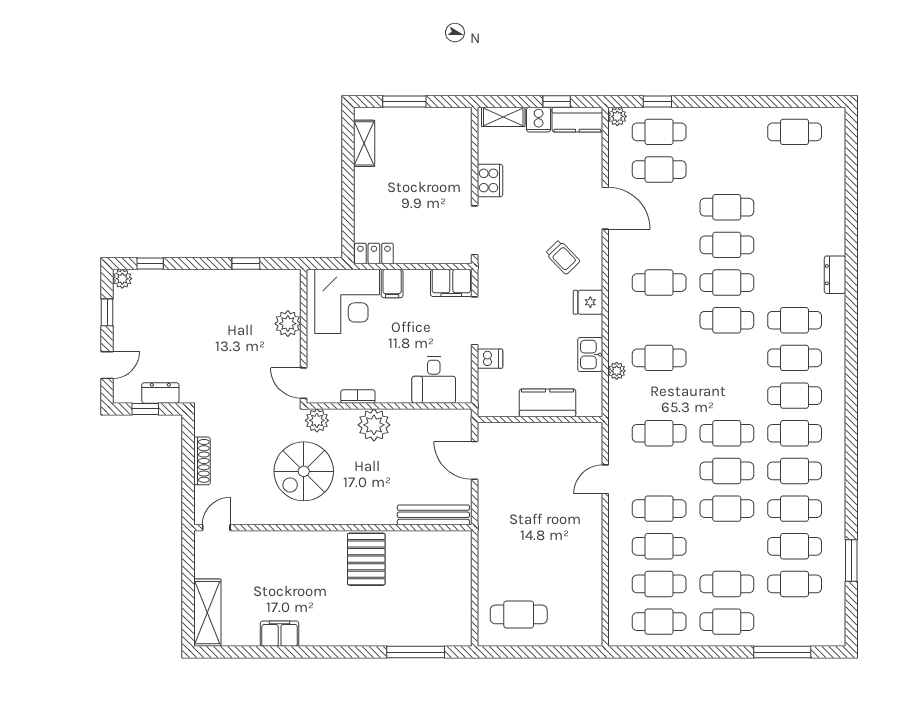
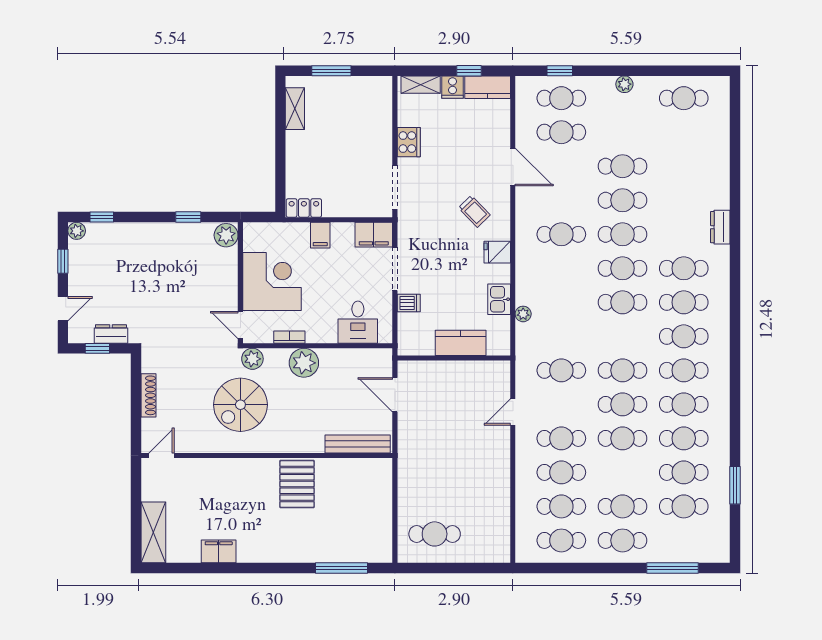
plant: (617, 116) -> (624, 84), moved
corner desk: (347, 301) -> (272, 282), moved, turned -90
plant: (288, 324) -> (226, 235), moved
cafe table: (659, 358) -> (623, 302), moved

